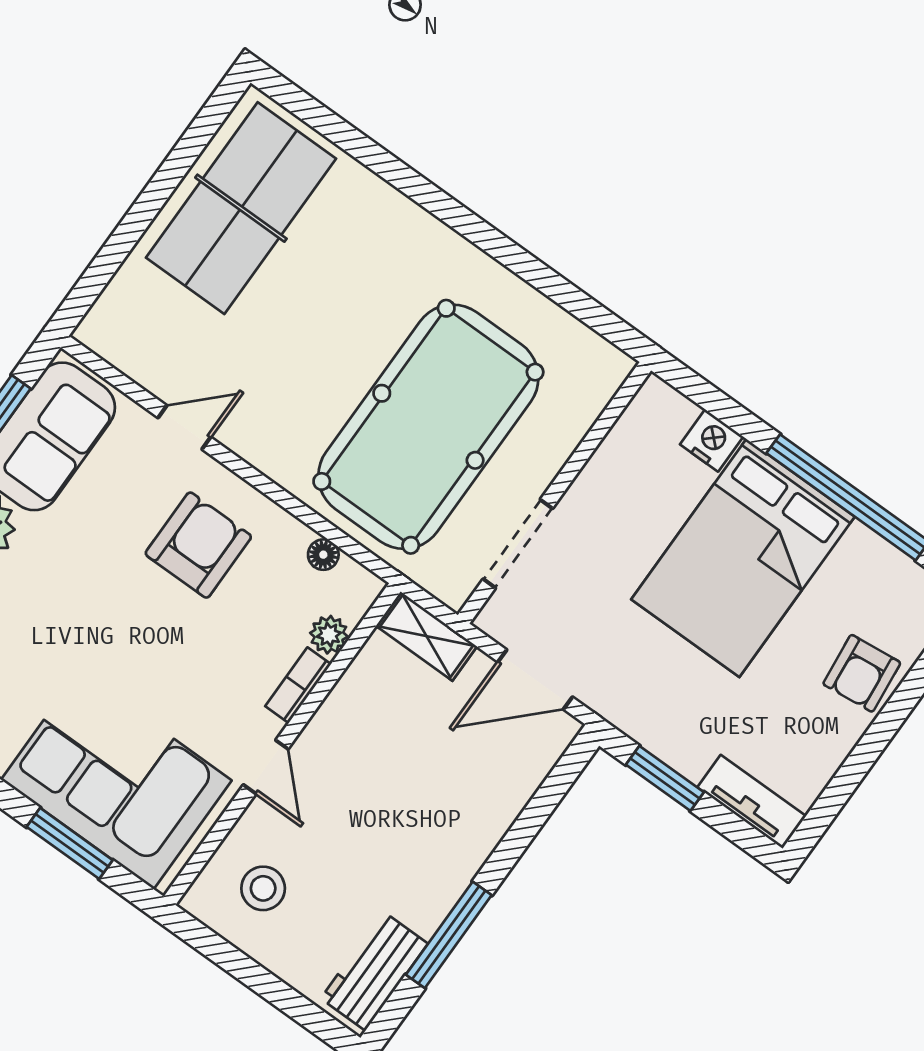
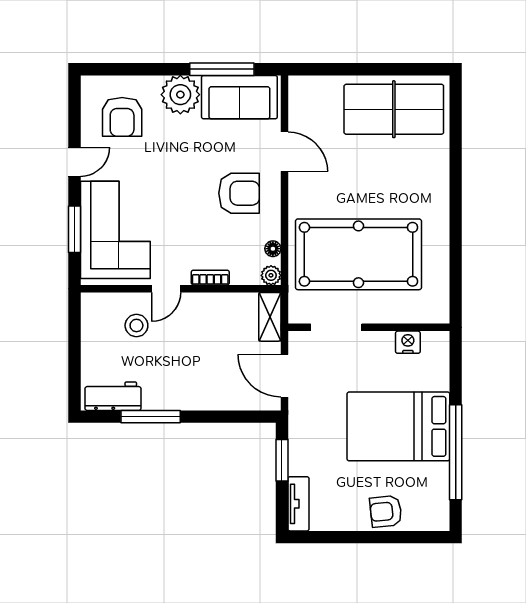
door: (184, 427) -> (284, 152), width x1.38
nightstand: (712, 440) -> (408, 342), moved, turned -90
plant: (329, 635) -> (271, 275), moved
stool: (263, 888) -> (136, 325), moved

